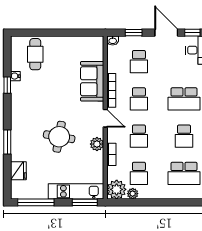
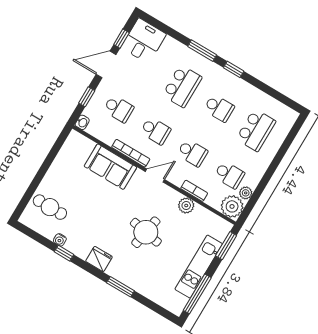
plant: (97, 144) -> (186, 206), moved
fridge: (18, 171) -> (99, 259), moved
kitchen unit: (76, 191) -> (199, 267), moved

